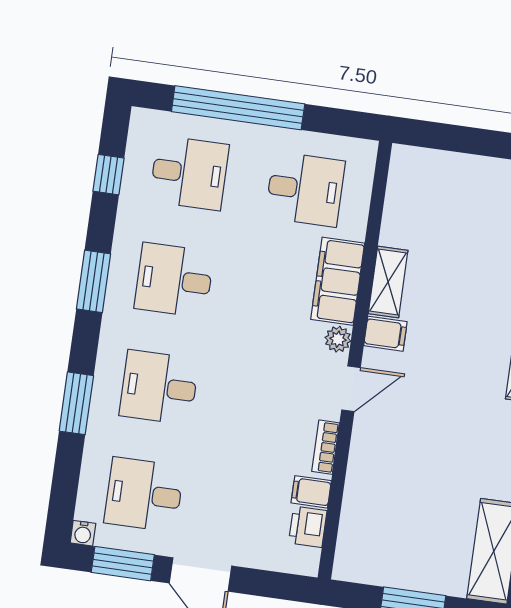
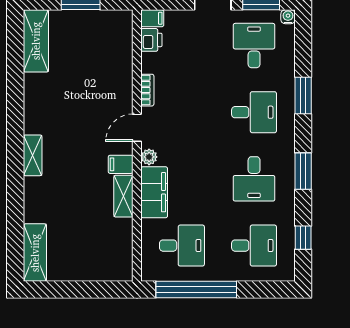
window: (238, 108) -> (196, 289), moved
desk: (189, 173) -> (254, 246), turned 180
desk: (305, 189) -> (182, 246), turned 180
desk: (174, 280) -> (254, 179), turned 90
filing cabinet: (311, 492) -> (152, 18), moved
desk: (144, 495) -> (254, 46), turned -90

